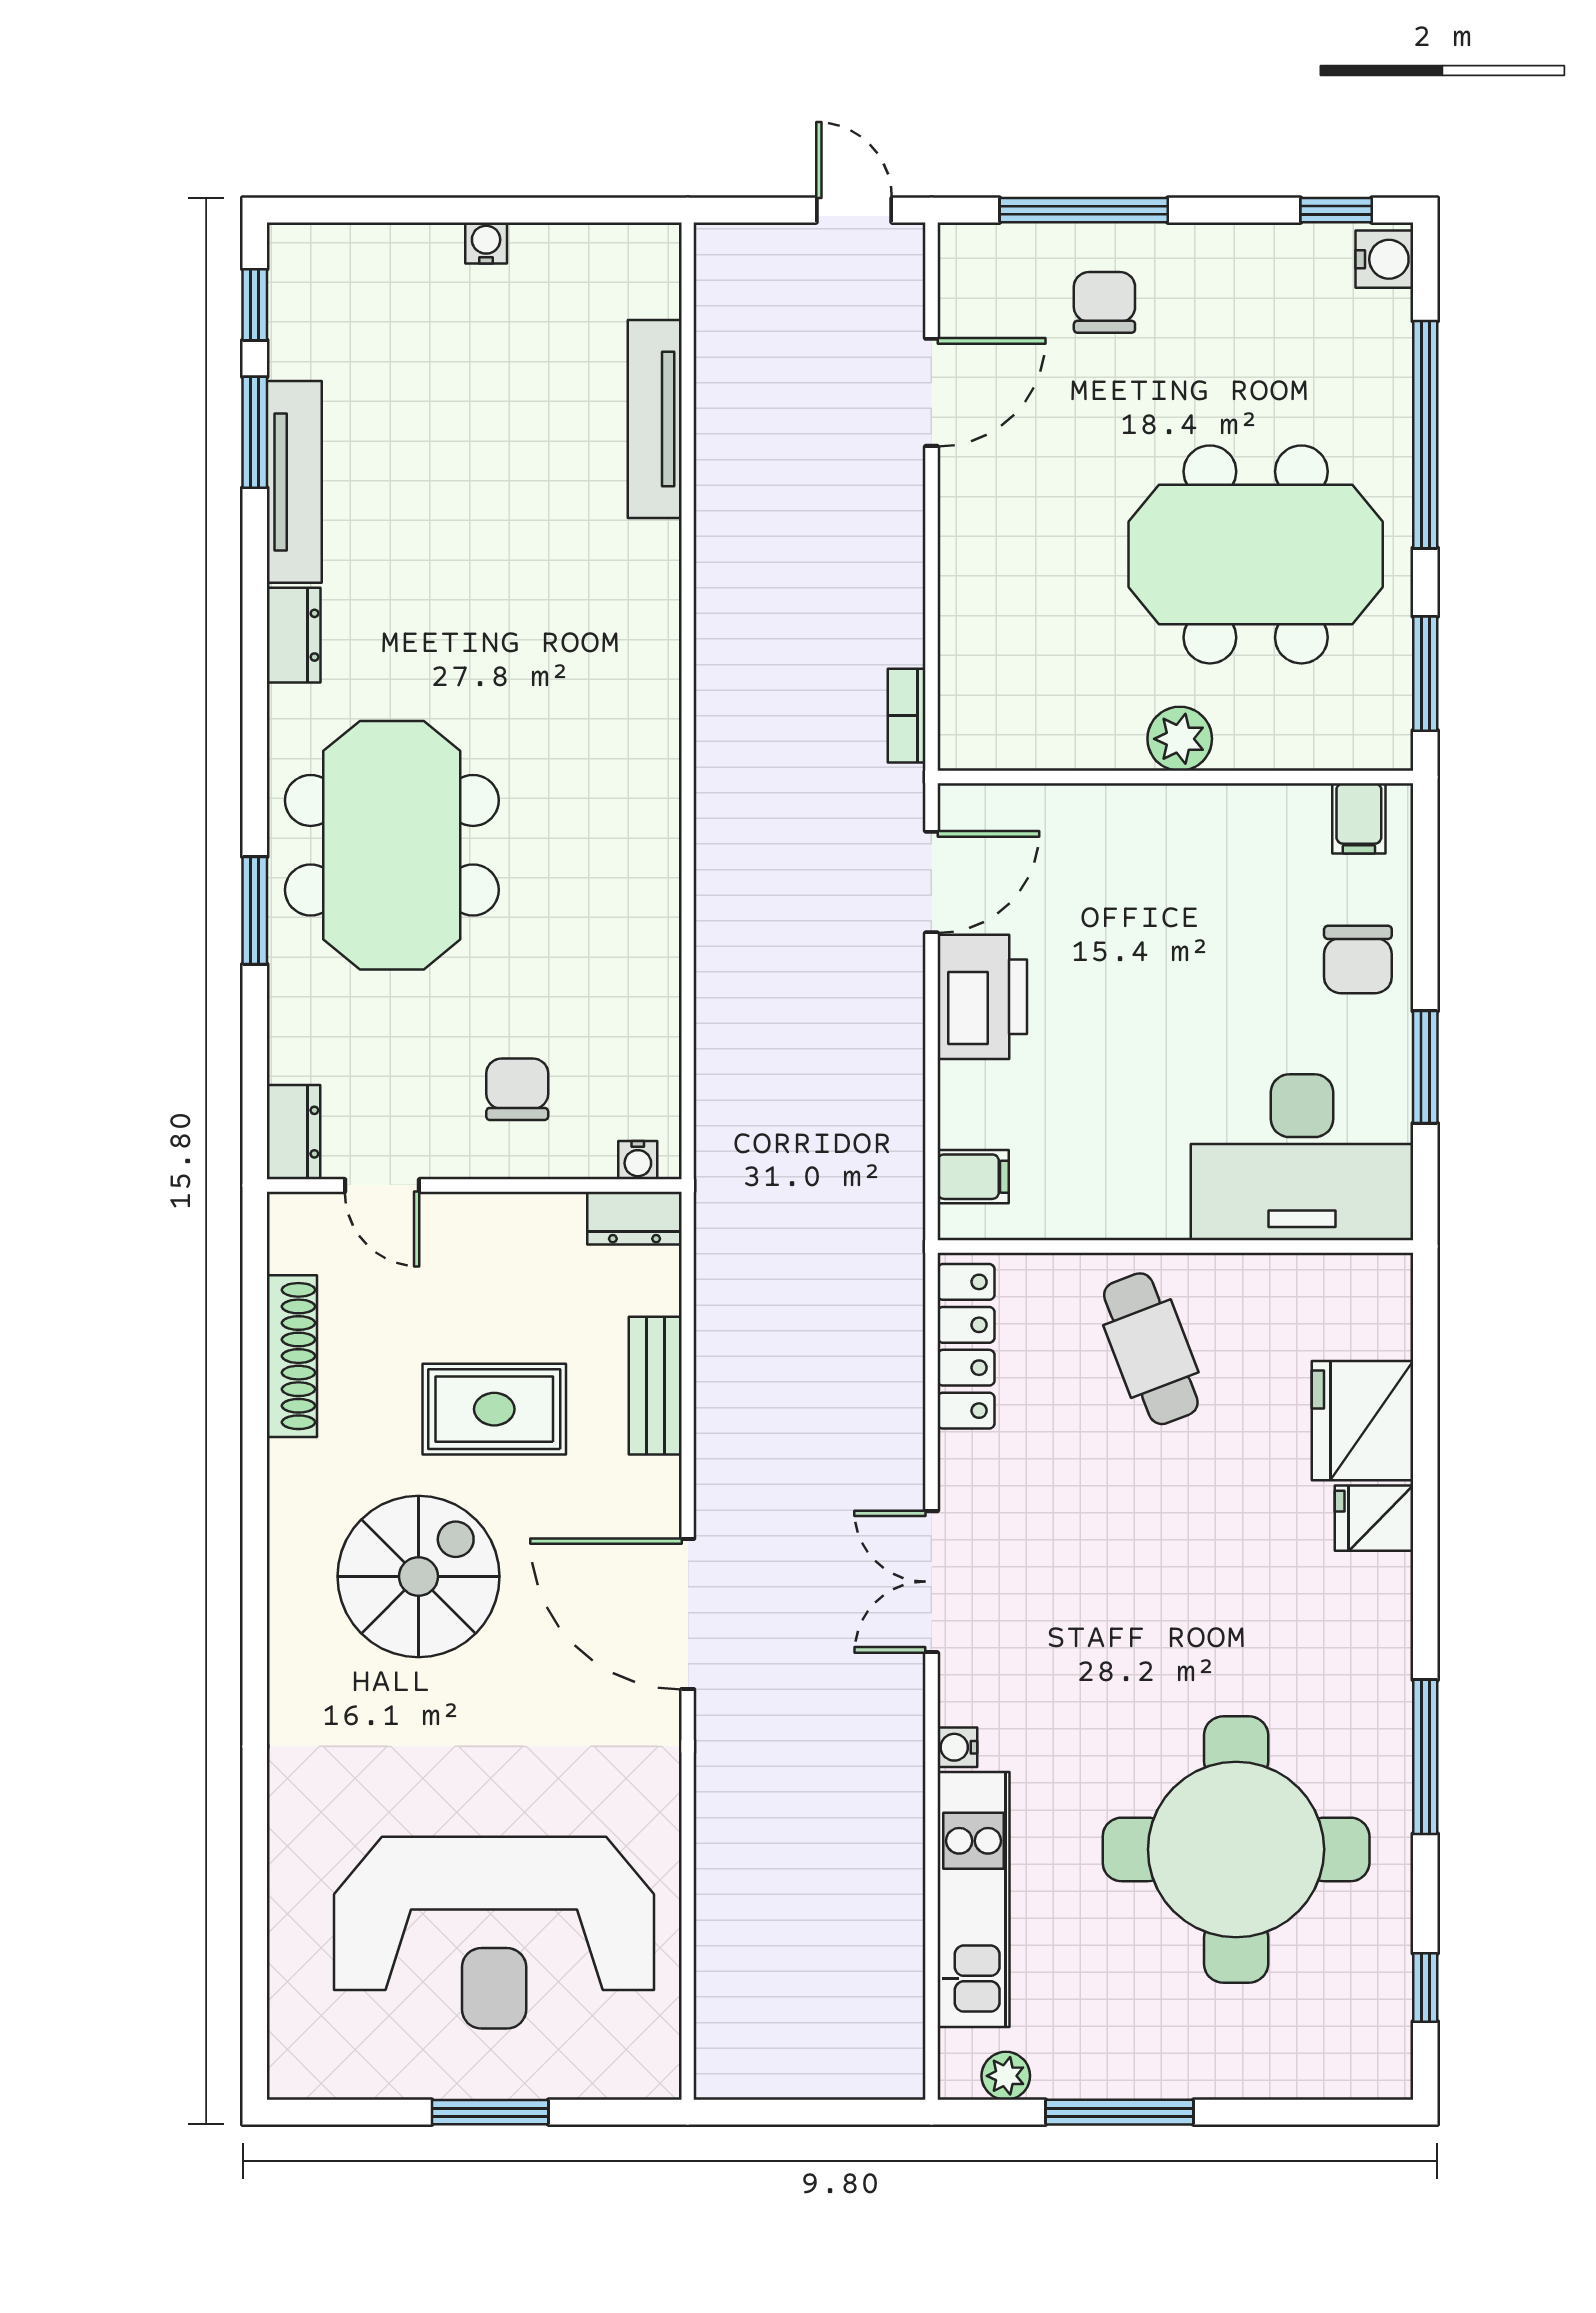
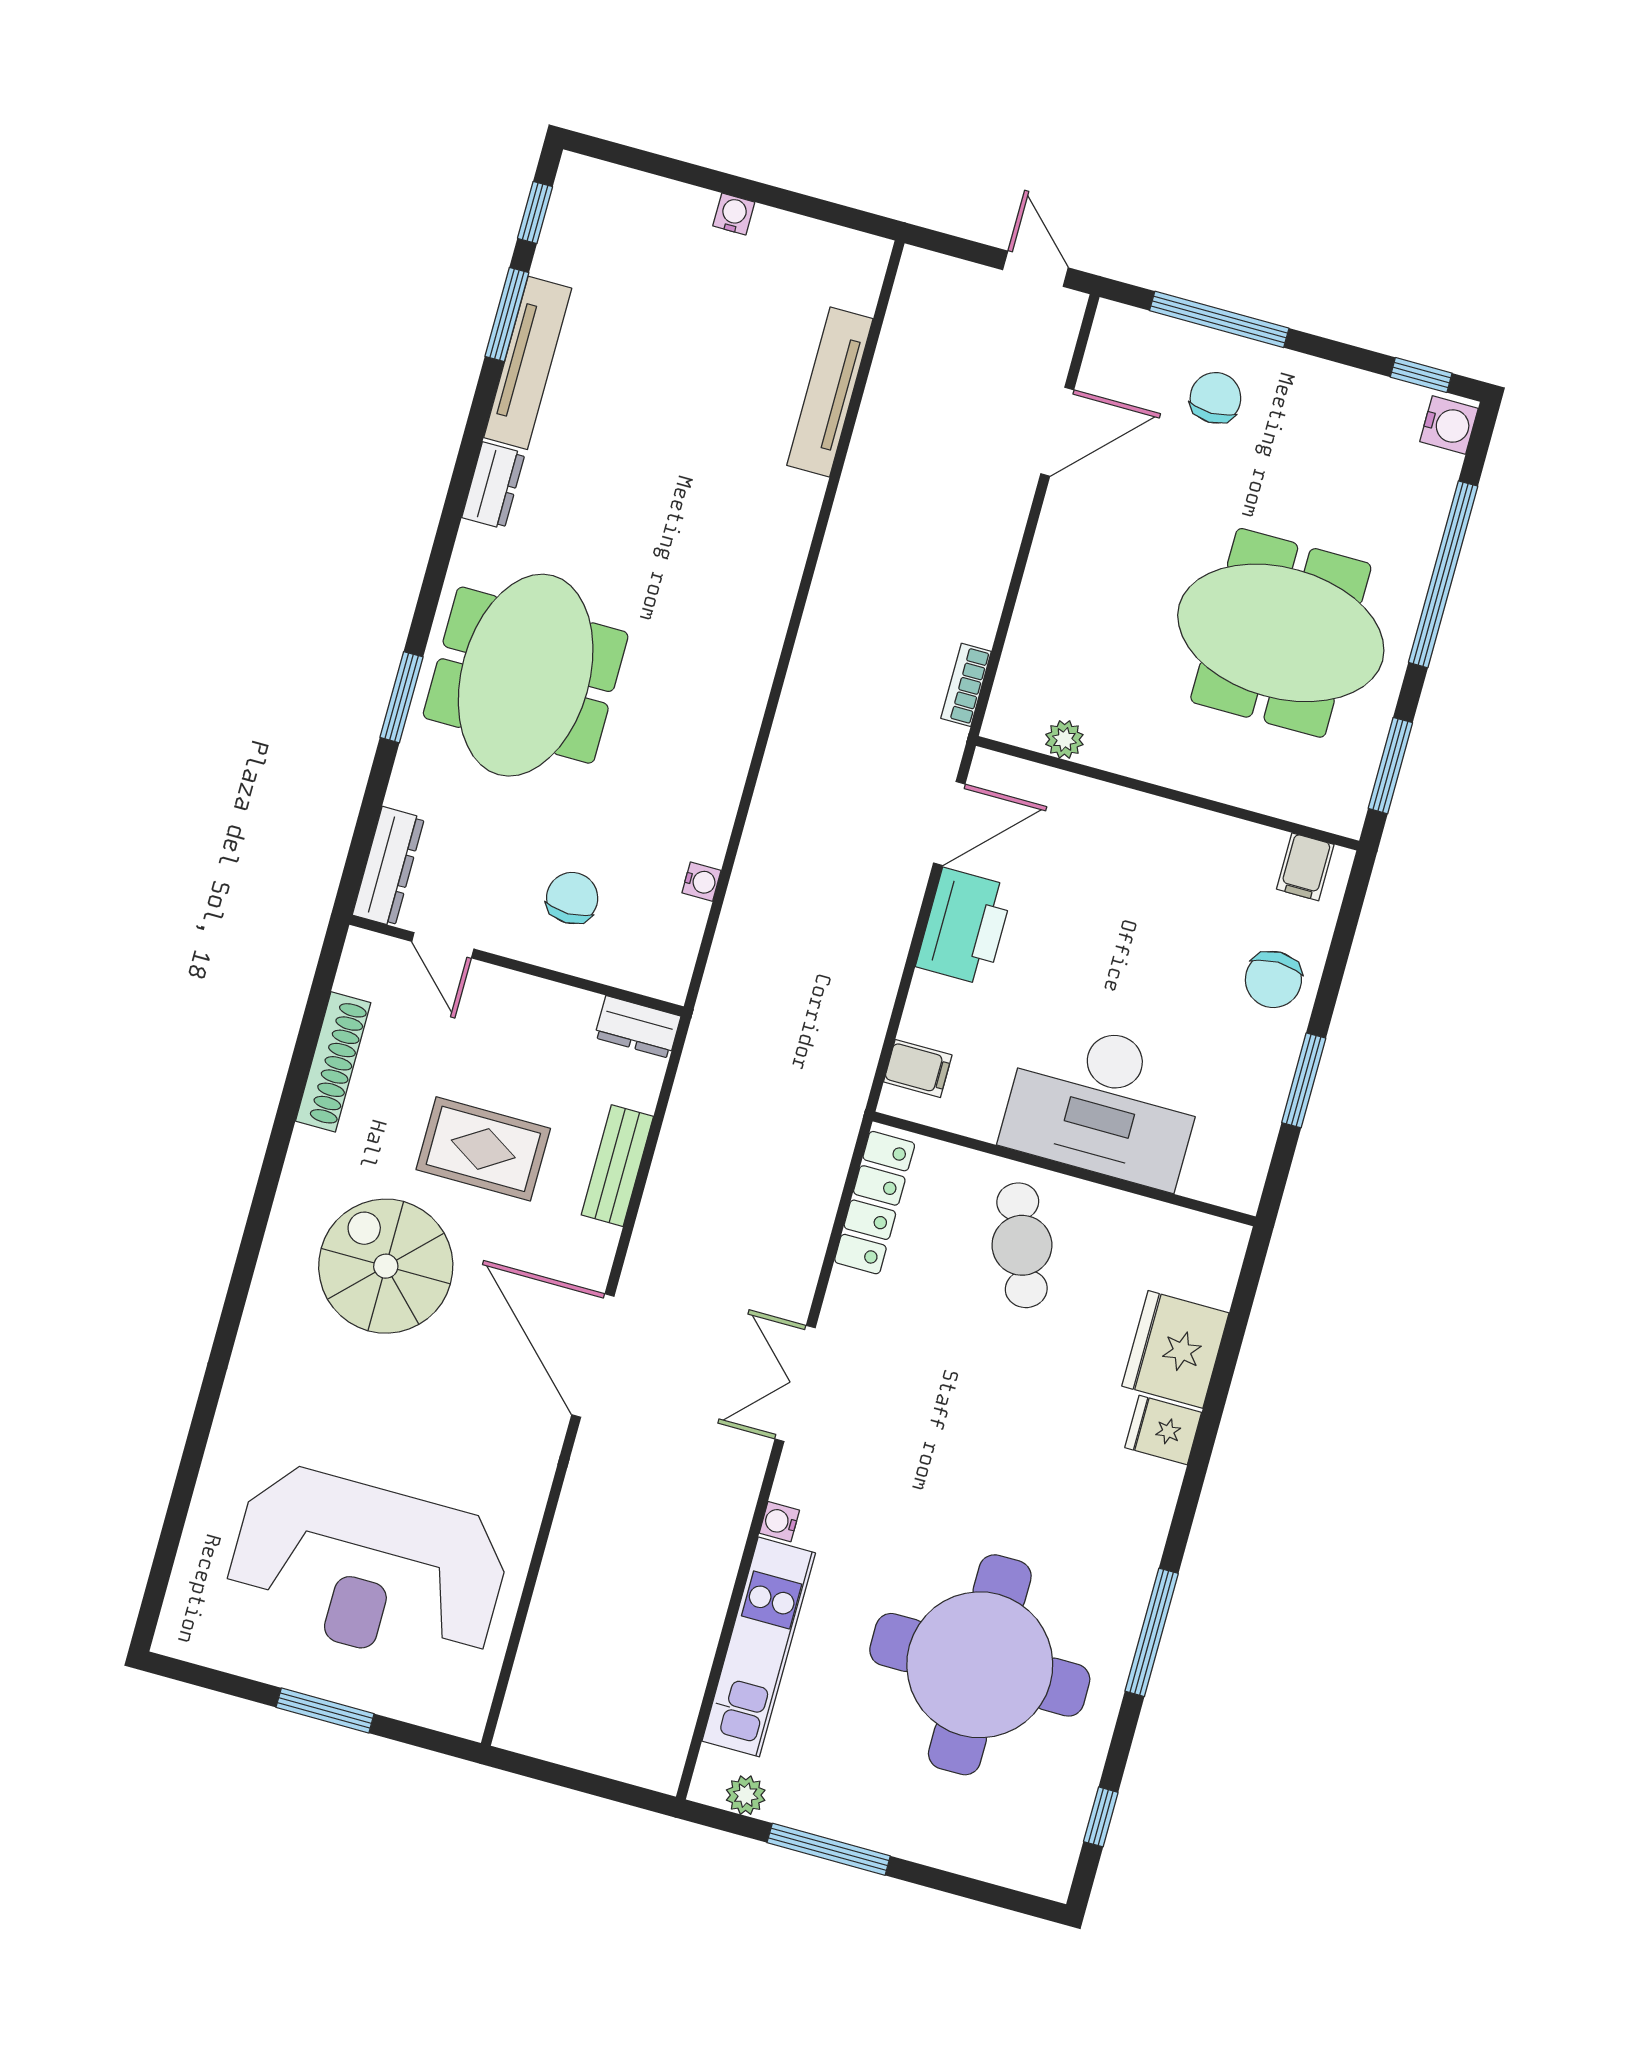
plant: (1180, 739) -> (1064, 739), moved, width x0.73, depth x0.73
dresser: (294, 1132) -> (388, 866), width x1.44
desk: (1302, 1157) -> (1103, 1103), moved
water cooler: (638, 1160) -> (702, 882), moved, turned -90
spiral stairs: (418, 1576) -> (386, 1266), turned -90

